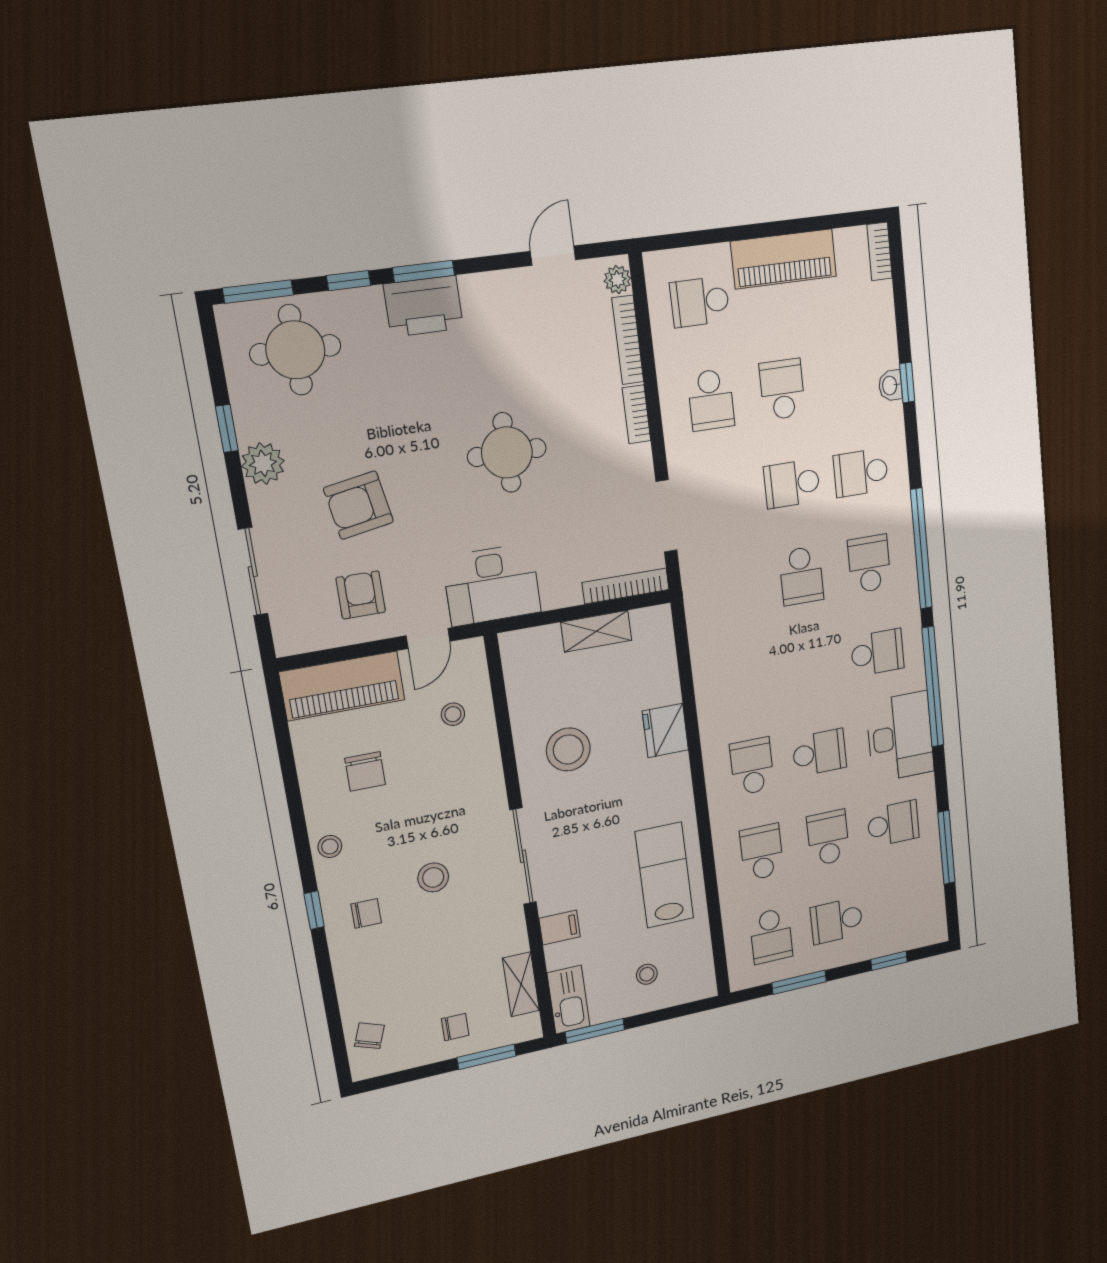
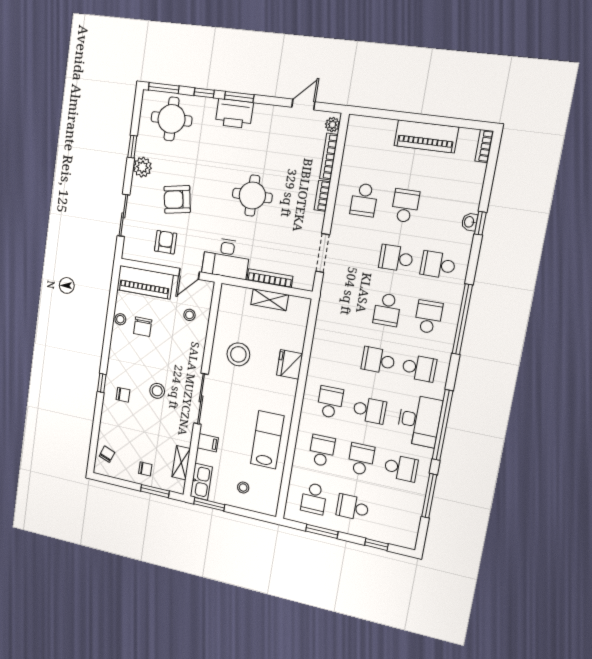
school desk: (700, 302) -> (378, 360), moved
bookcase: (626, 586) -> (270, 278), moved
window: (933, 687) -> (443, 425), moved
stool: (330, 846) -> (120, 319), moved

